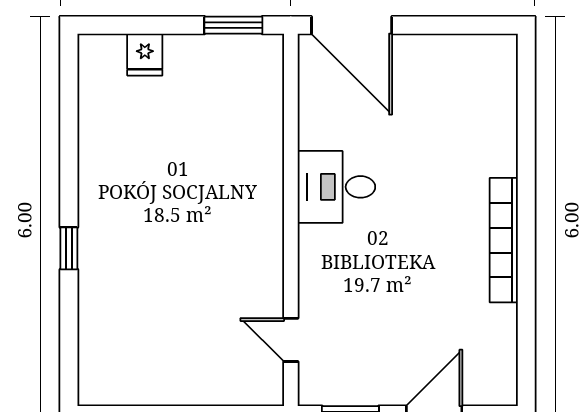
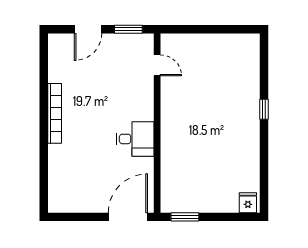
door: (352, 25) -> (128, 217), hinge flipped
fridge: (145, 55) -> (248, 203), moved

